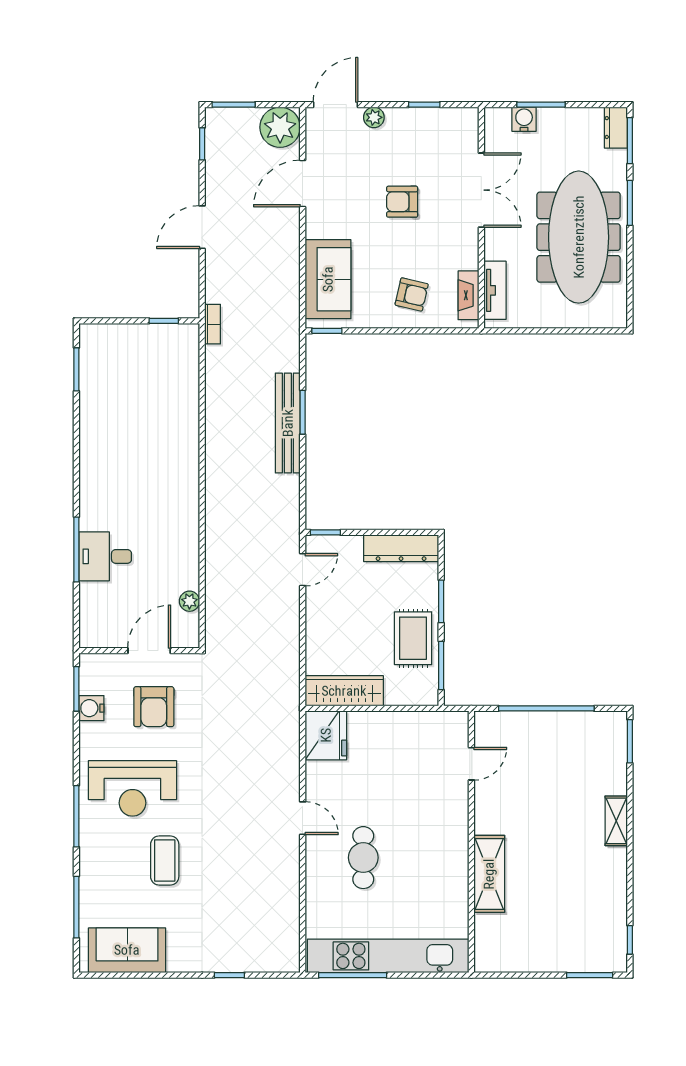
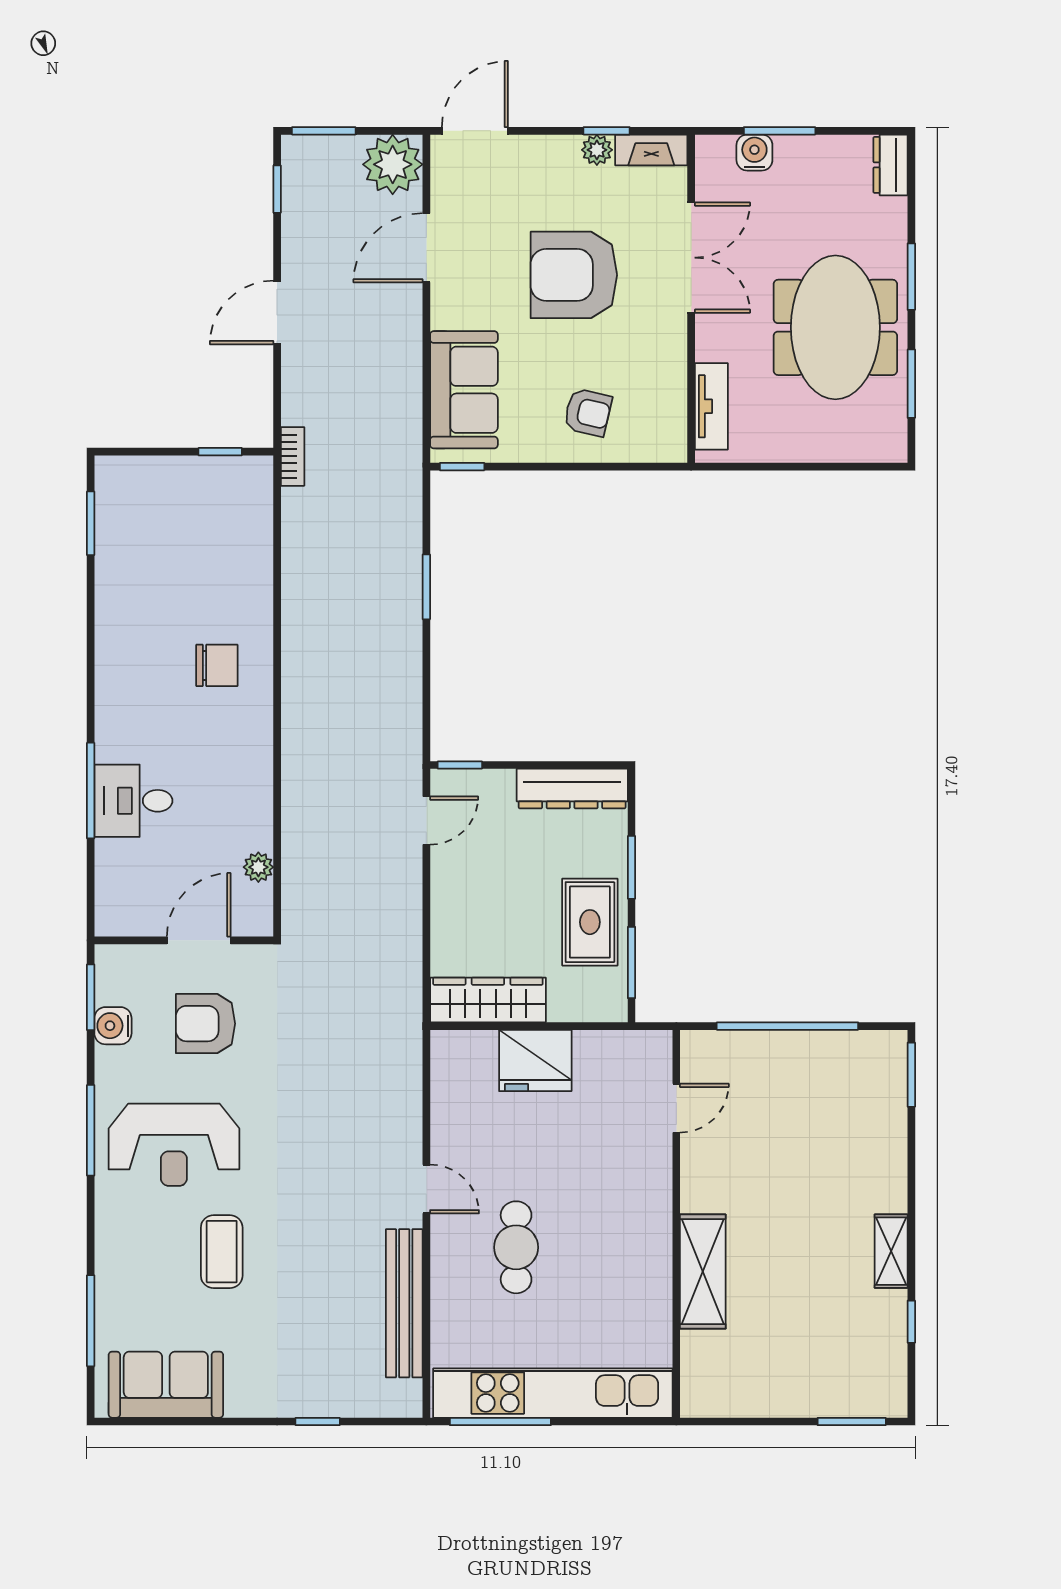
plant: (374, 117) -> (597, 150), moved
window: (630, 141) -> (911, 384), moved
armchair: (402, 202) -> (574, 275), width x1.88, depth x1.88
meeting table: (579, 237) -> (835, 327), width x0.73
fireplace: (468, 295) -> (651, 150), moved, turned -90
bench: (288, 423) -> (404, 1303), moved
chair: (161, 465) -> (217, 665), added
armchair: (154, 707) -> (206, 1024), turned 90
fridge: (326, 735) -> (535, 1061), moved, turned 90
window: (76, 816) -> (91, 1130), moved
shelving: (616, 821) -> (891, 1251), moved
window: (630, 940) -> (911, 1322), moved

